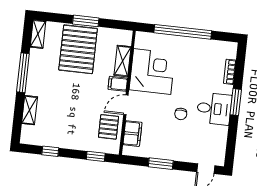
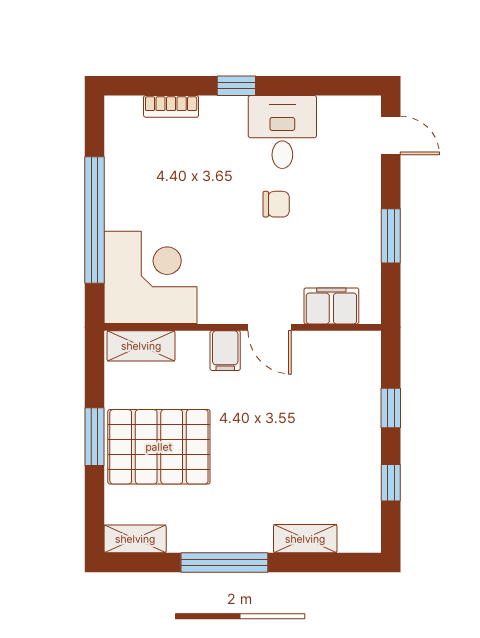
shelving: (122, 61) -> (141, 346), moved
corner desk: (152, 72) -> (150, 277), moved, turned 90
window: (236, 102) -> (236, 86), width x0.67
desk: (214, 109) -> (282, 132), moved
pallet: (109, 127) -> (323, 360), removed
window: (96, 156) -> (391, 408), moved

